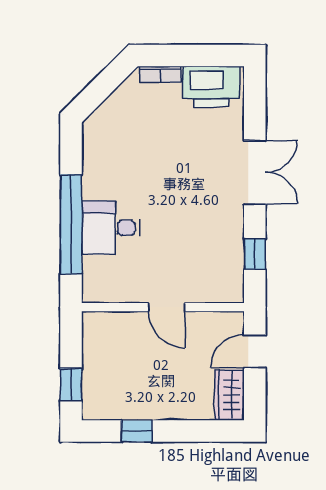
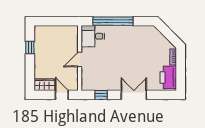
double door: (255, 172) -> (134, 95), swing flipped
desk: (111, 228) -> (93, 36), moved, turned -90
window: (71, 385) -> (48, 21), removed

